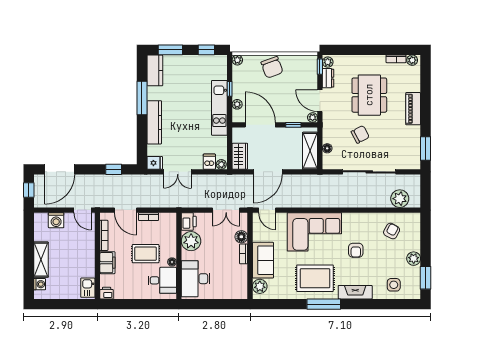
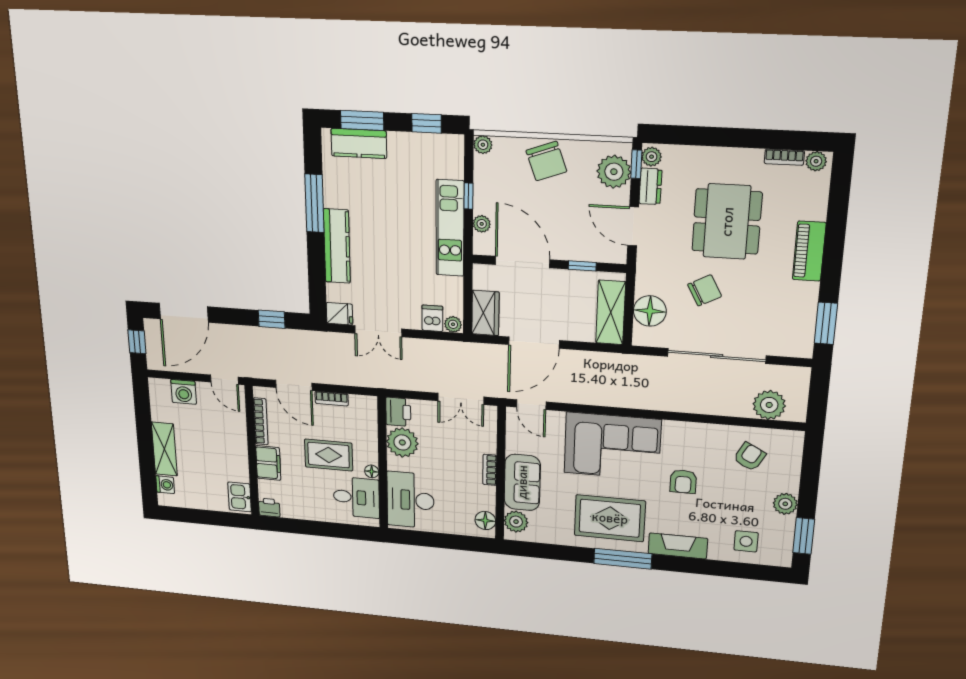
kitchen counter: (155, 70) -> (359, 143), moved, turned 90
plant: (313, 117) -> (614, 172), moved, width x1.88, depth x1.88
floor lamp: (327, 148) -> (650, 311), width x1.89, depth x1.89
floor lamp: (241, 237) -> (485, 520), moved

